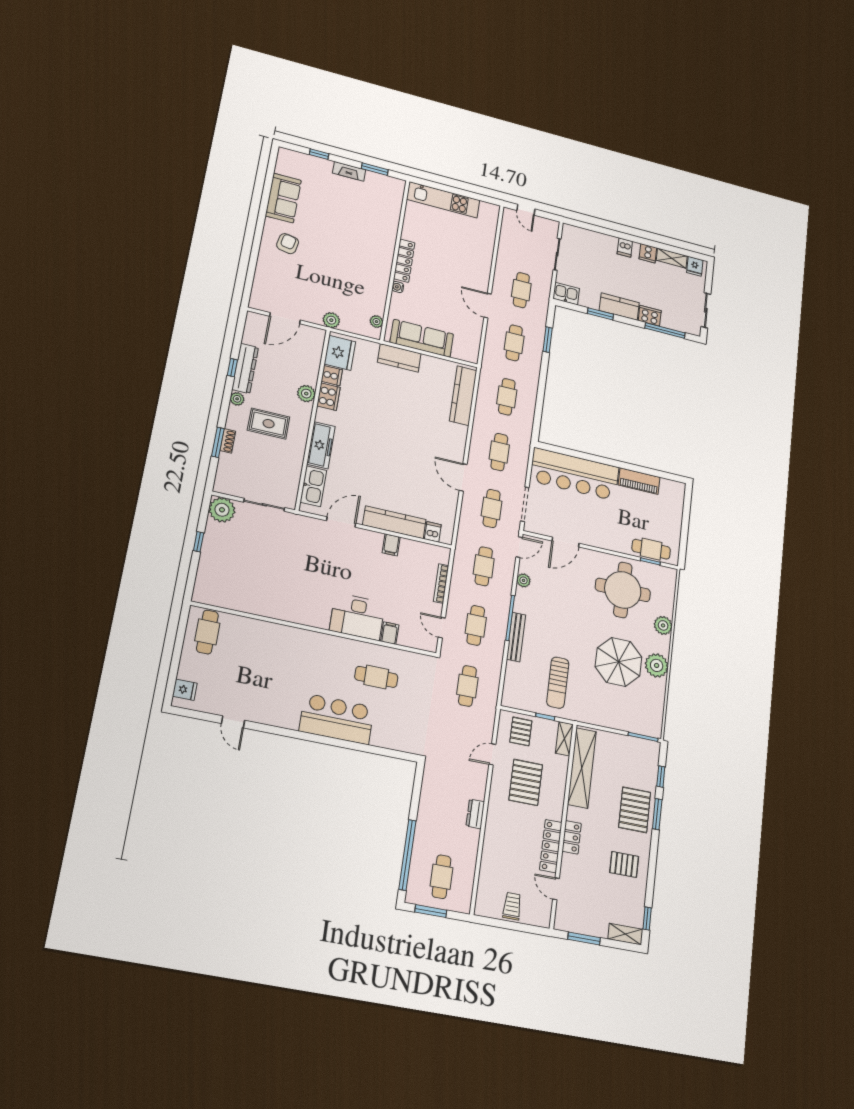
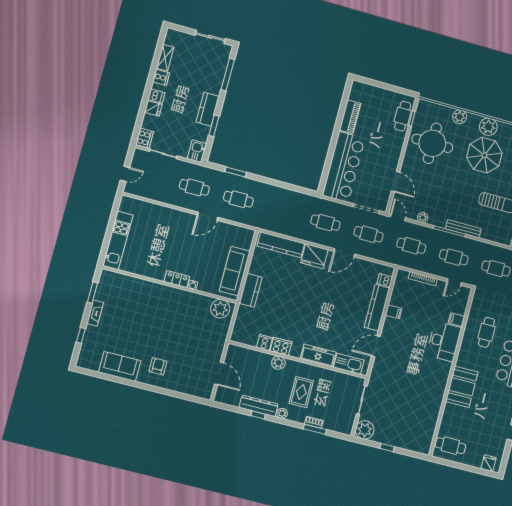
armchair: (288, 244) -> (158, 366), turned 79
locker: (404, 261) -> (177, 279), width x0.66
fridge: (695, 266) -> (153, 108), moved
cooker: (650, 316) -> (144, 138), moved, turned 180
plant: (331, 320) -> (220, 339), removed
plant: (376, 322) -> (220, 309), width x1.87, depth x1.87
fridge: (340, 353) -> (314, 256), moved, turned 180
cafe table: (507, 397) -> (282, 211), removed
door: (341, 522) -> (376, 346), hinge flipped
booth: (295, 645) -> (462, 387), added

